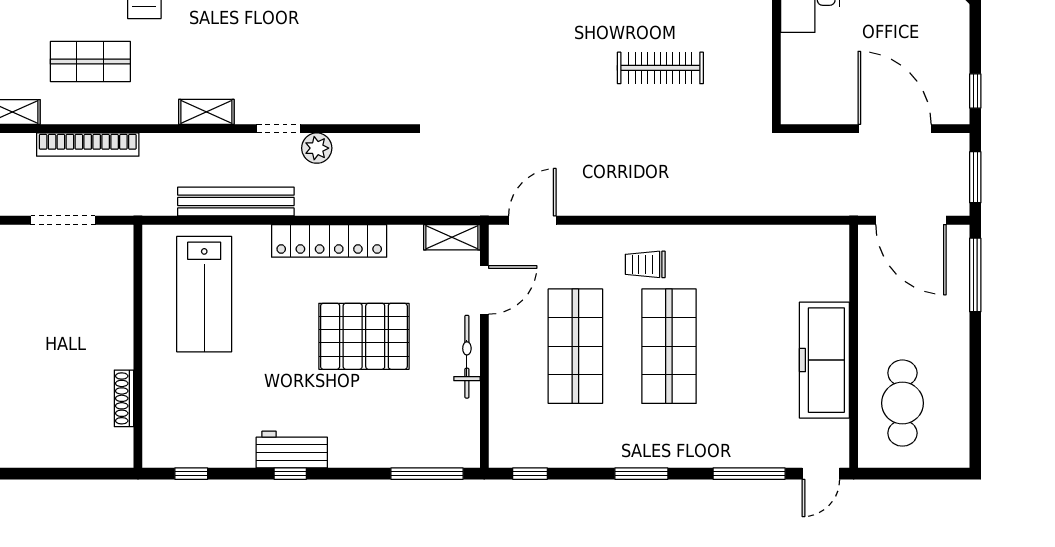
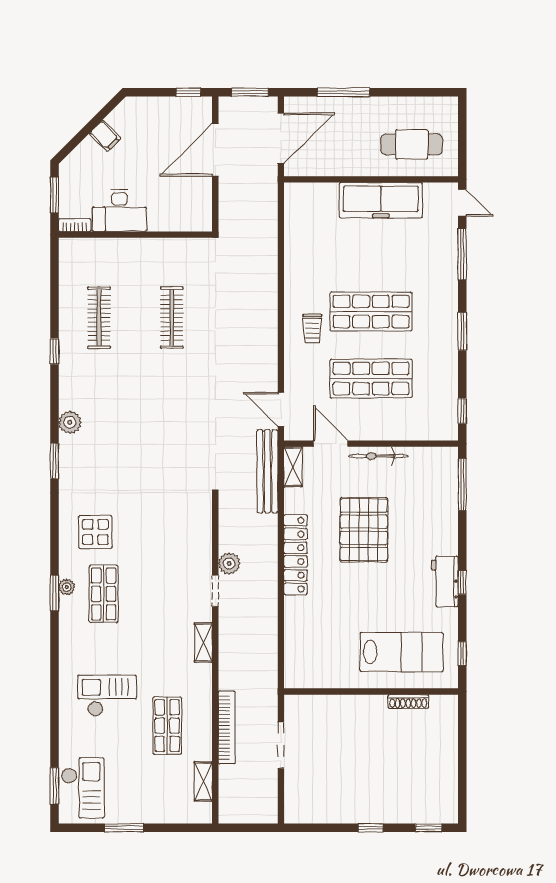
bench: (236, 202) -> (267, 471), moved
window: (975, 275) -> (343, 92), moved
lab bench: (204, 294) -> (402, 652), moved

